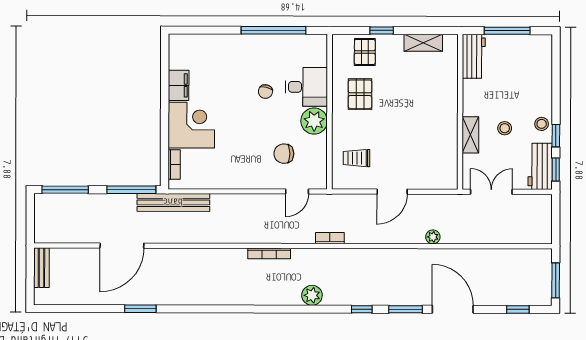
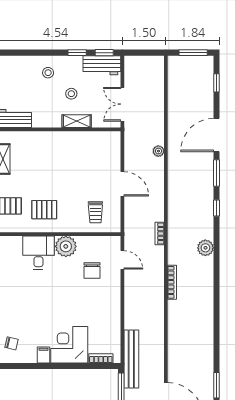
filing cabinet: (179, 85) -> (44, 355), width x0.50
chair: (265, 92) -> (12, 343), moved
stool: (542, 124) -> (48, 73), moved

